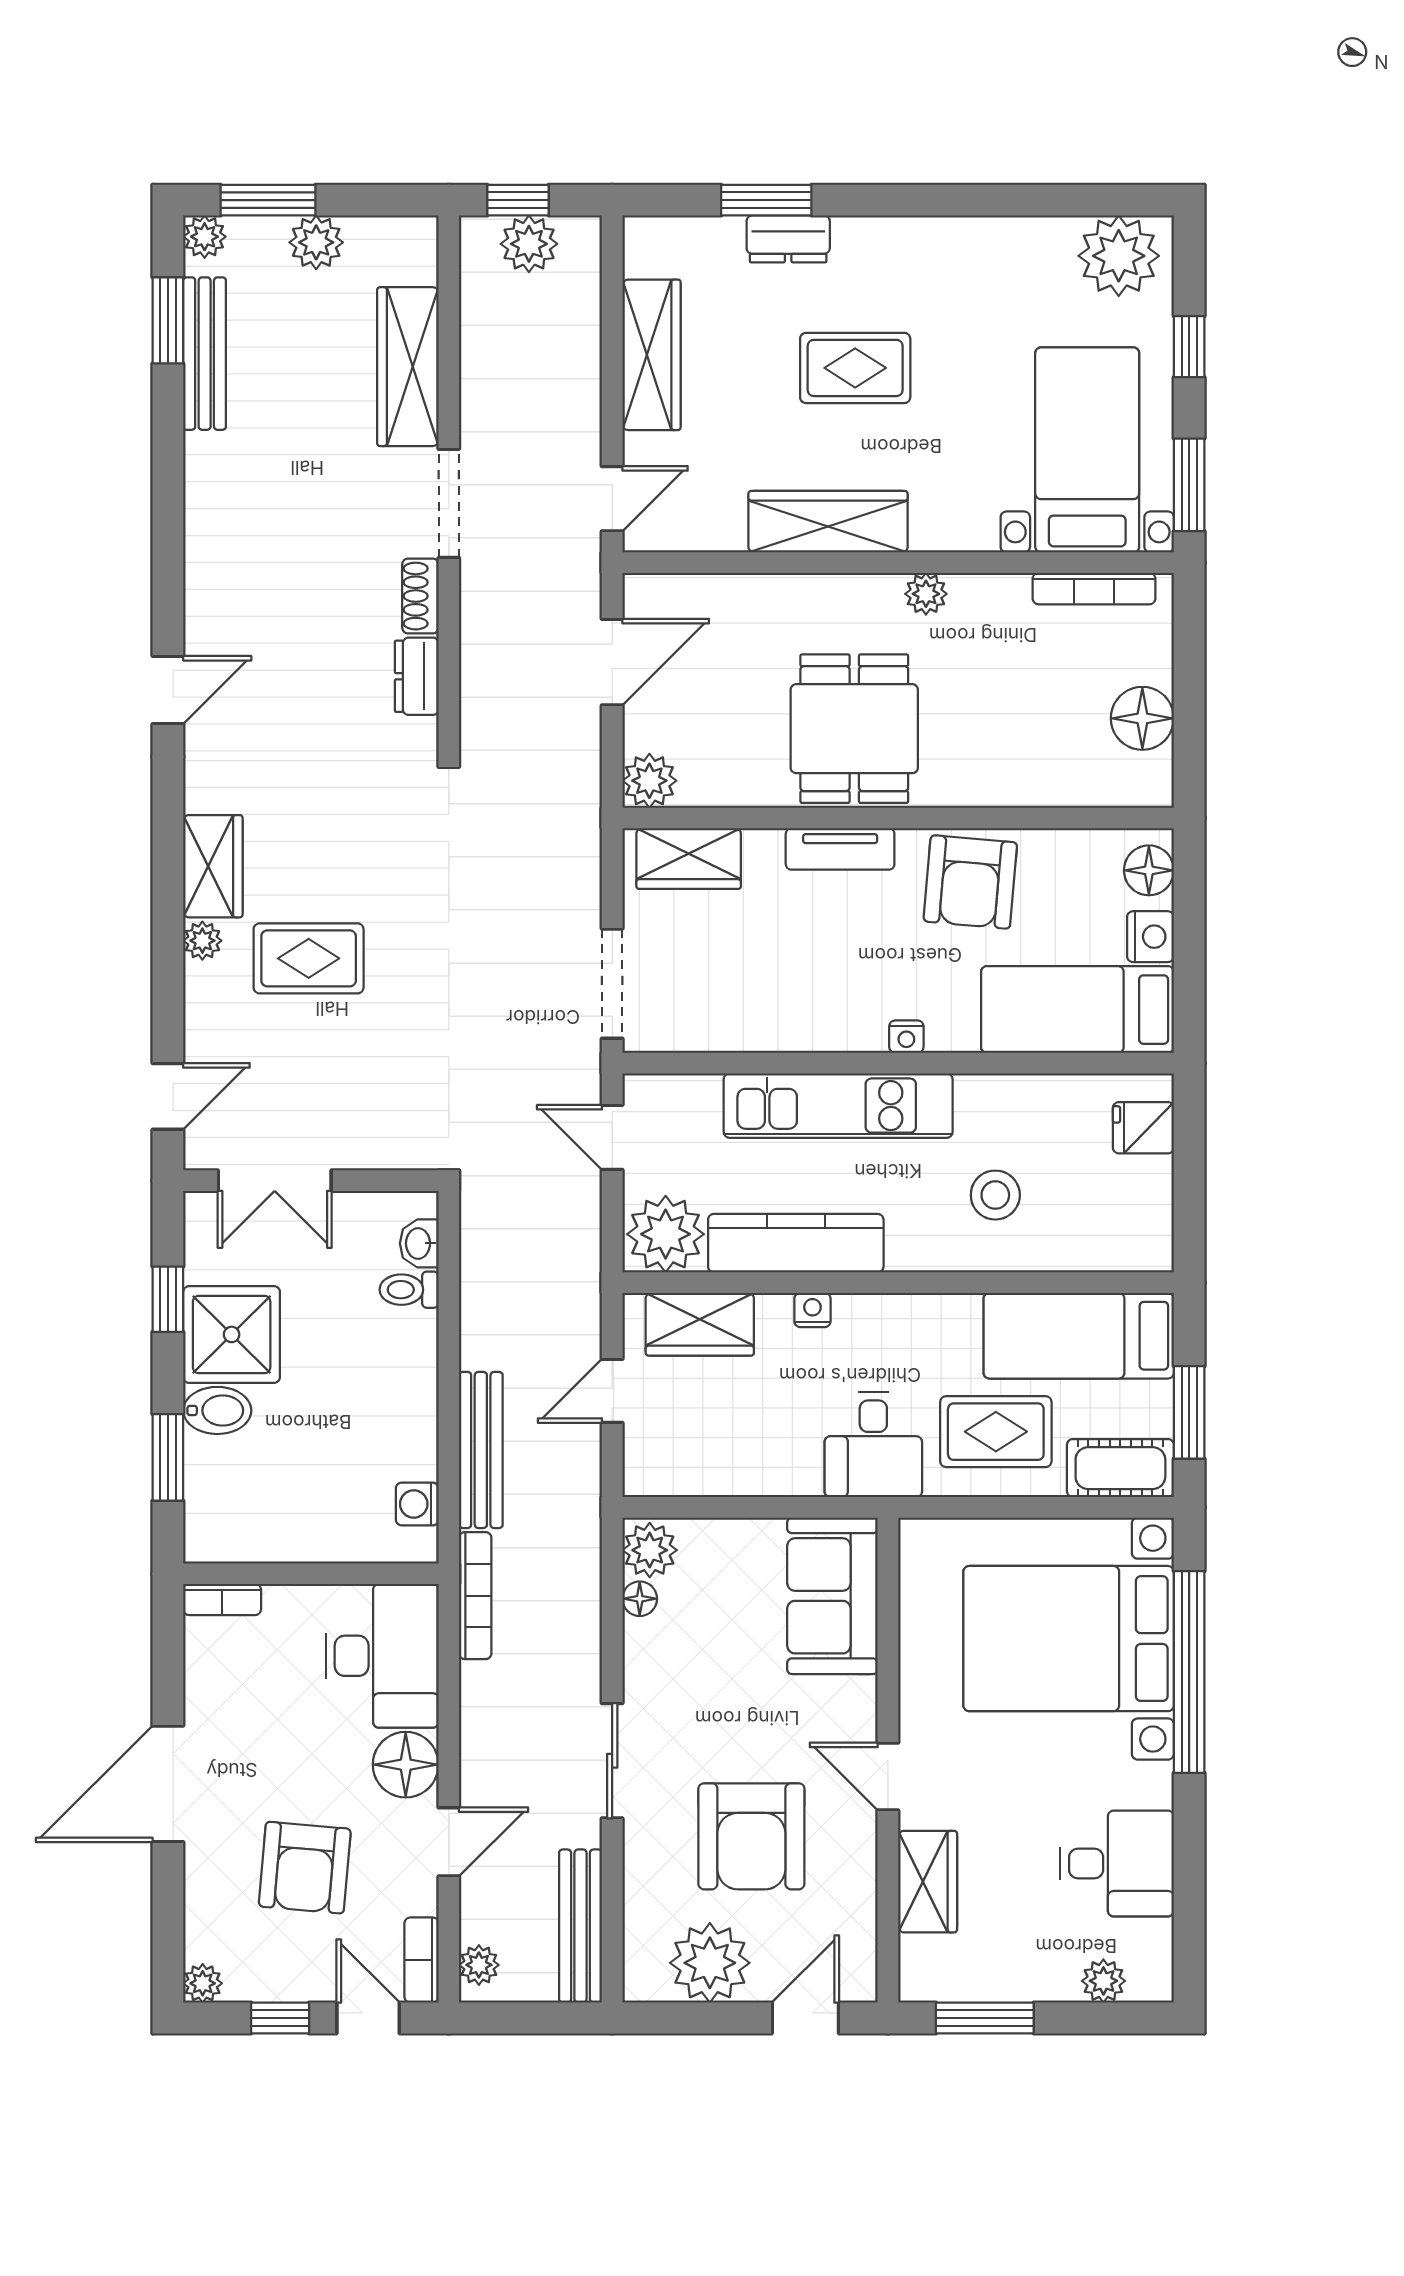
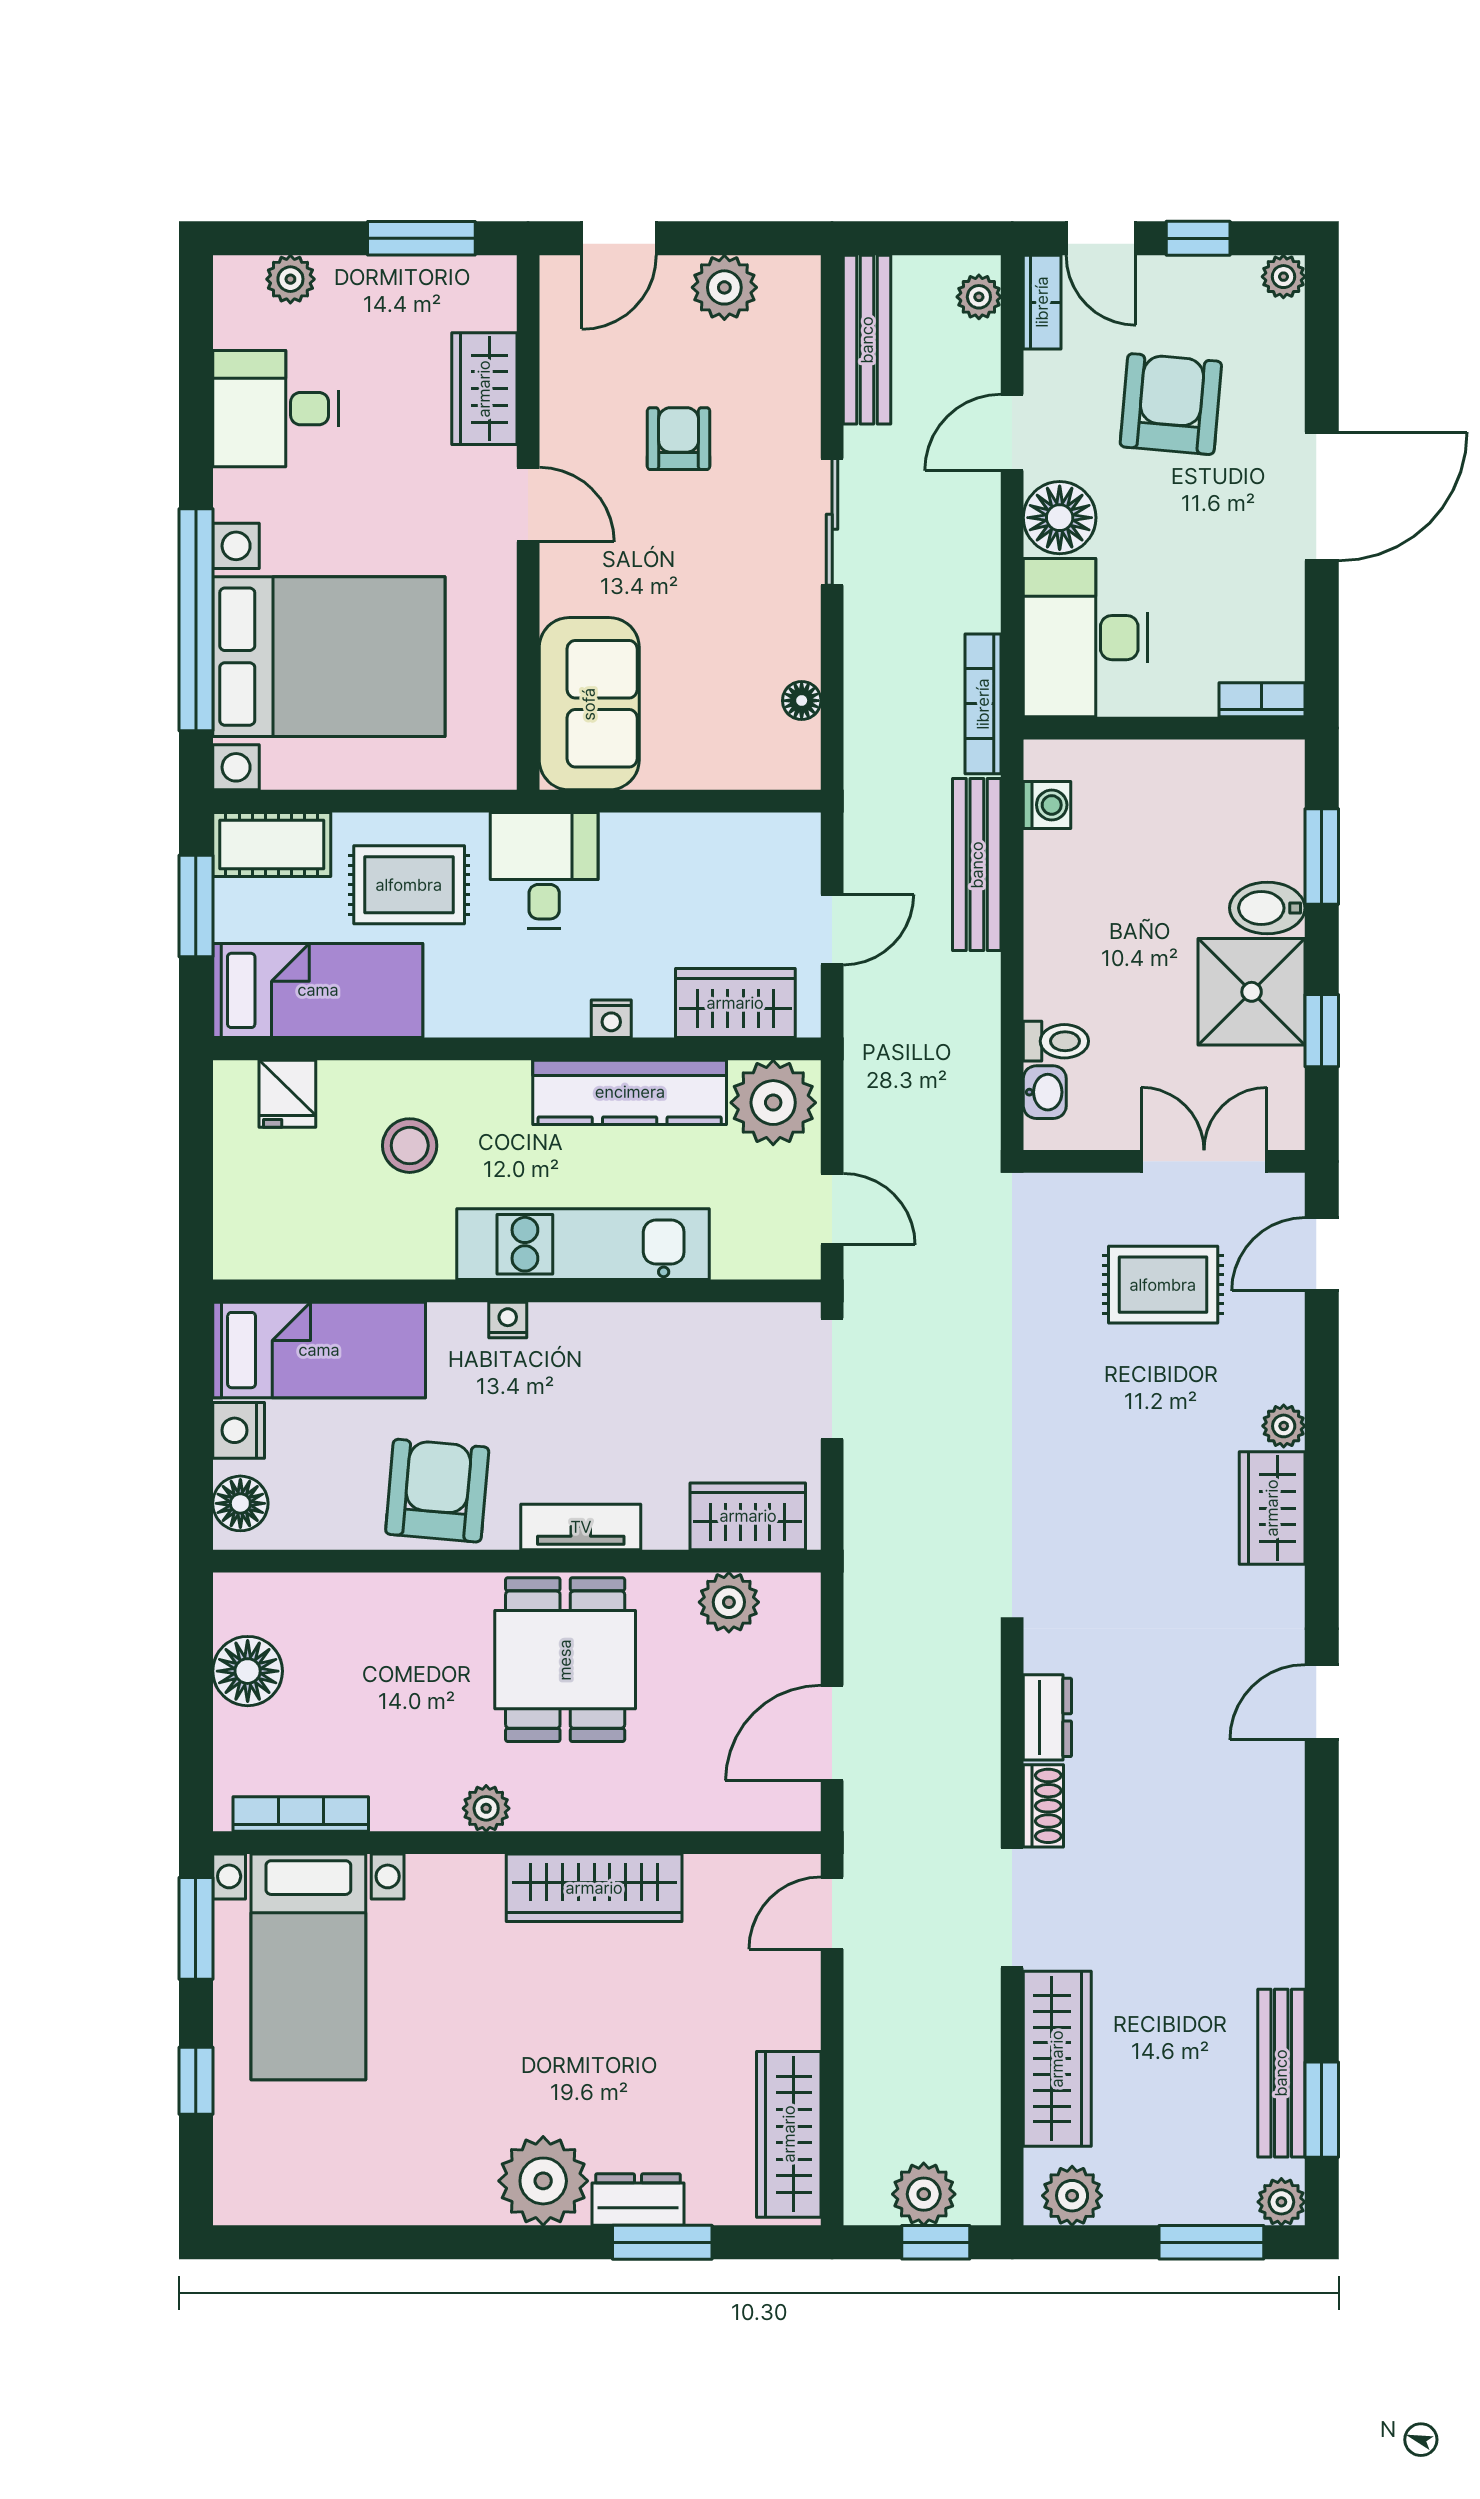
plant: (316, 242) -> (1072, 2196), moved
plant: (1119, 256) -> (543, 2181), moved
wardrobe: (651, 355) -> (789, 2134), moved
rug: (855, 368) -> (564, 2057), removed
plant: (649, 781) -> (729, 1602), moved
rug: (309, 958) -> (1163, 1285), moved
fridge: (1143, 1128) -> (287, 1094), moved, turned 90
plant: (650, 1550) -> (791, 754), removed
armchair: (751, 1836) -> (679, 439), width x0.53, depth x0.53
plant: (710, 1963) -> (724, 287), width x0.73, depth x0.73

